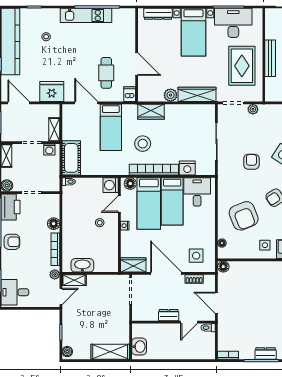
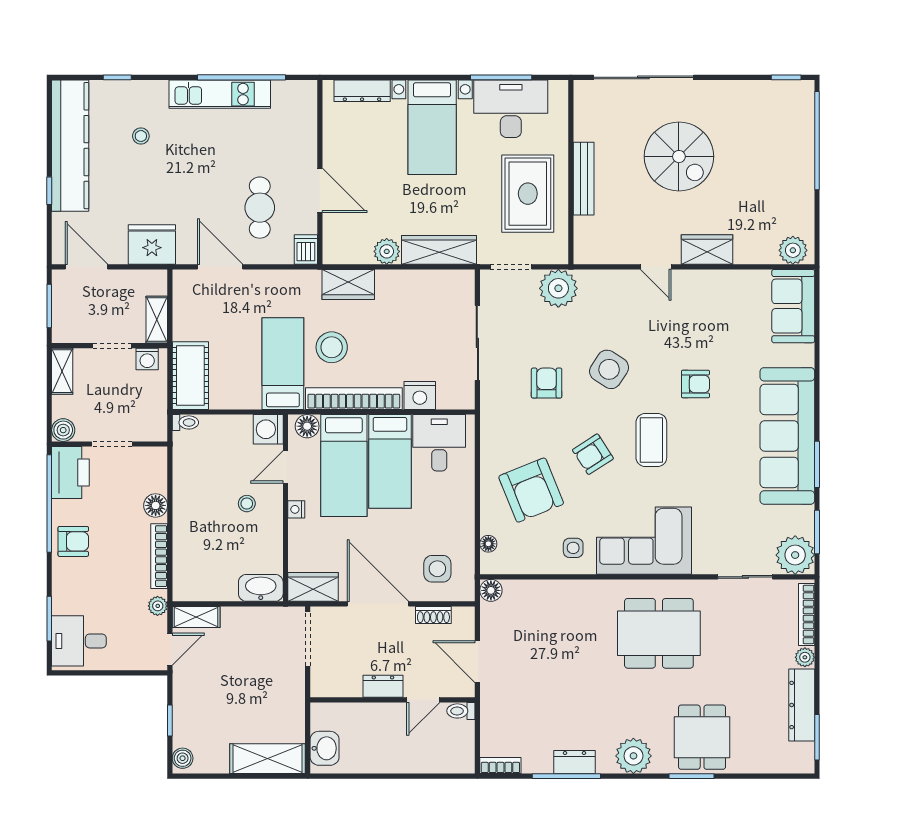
plant: (253, 109) -> (558, 288), width x1.88, depth x1.88
bed: (111, 127) -> (283, 364), moved, turned 180
washbasin: (82, 265) -> (261, 588), moved

